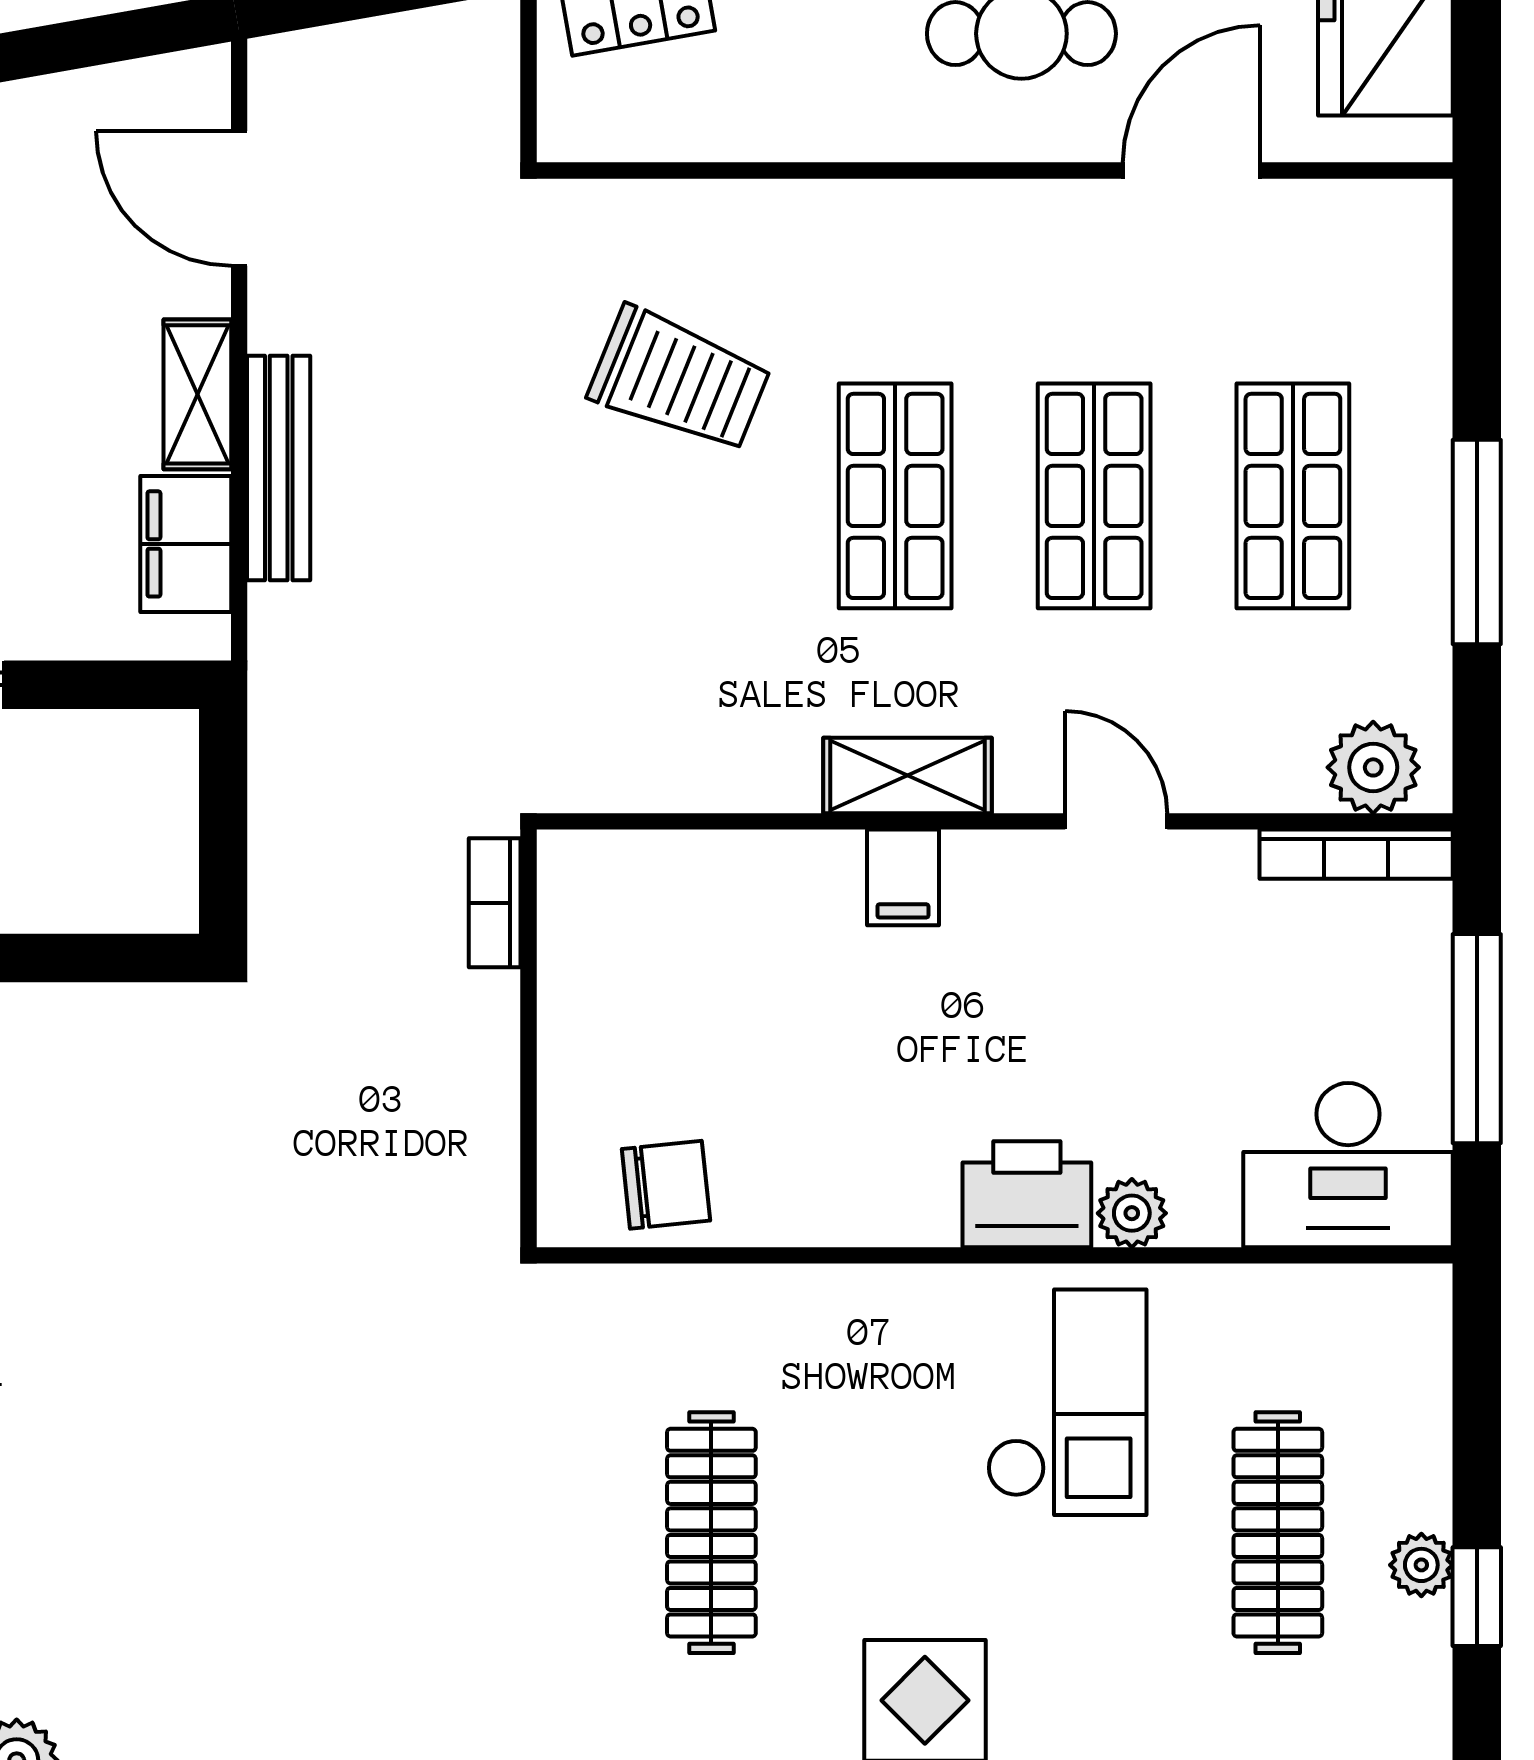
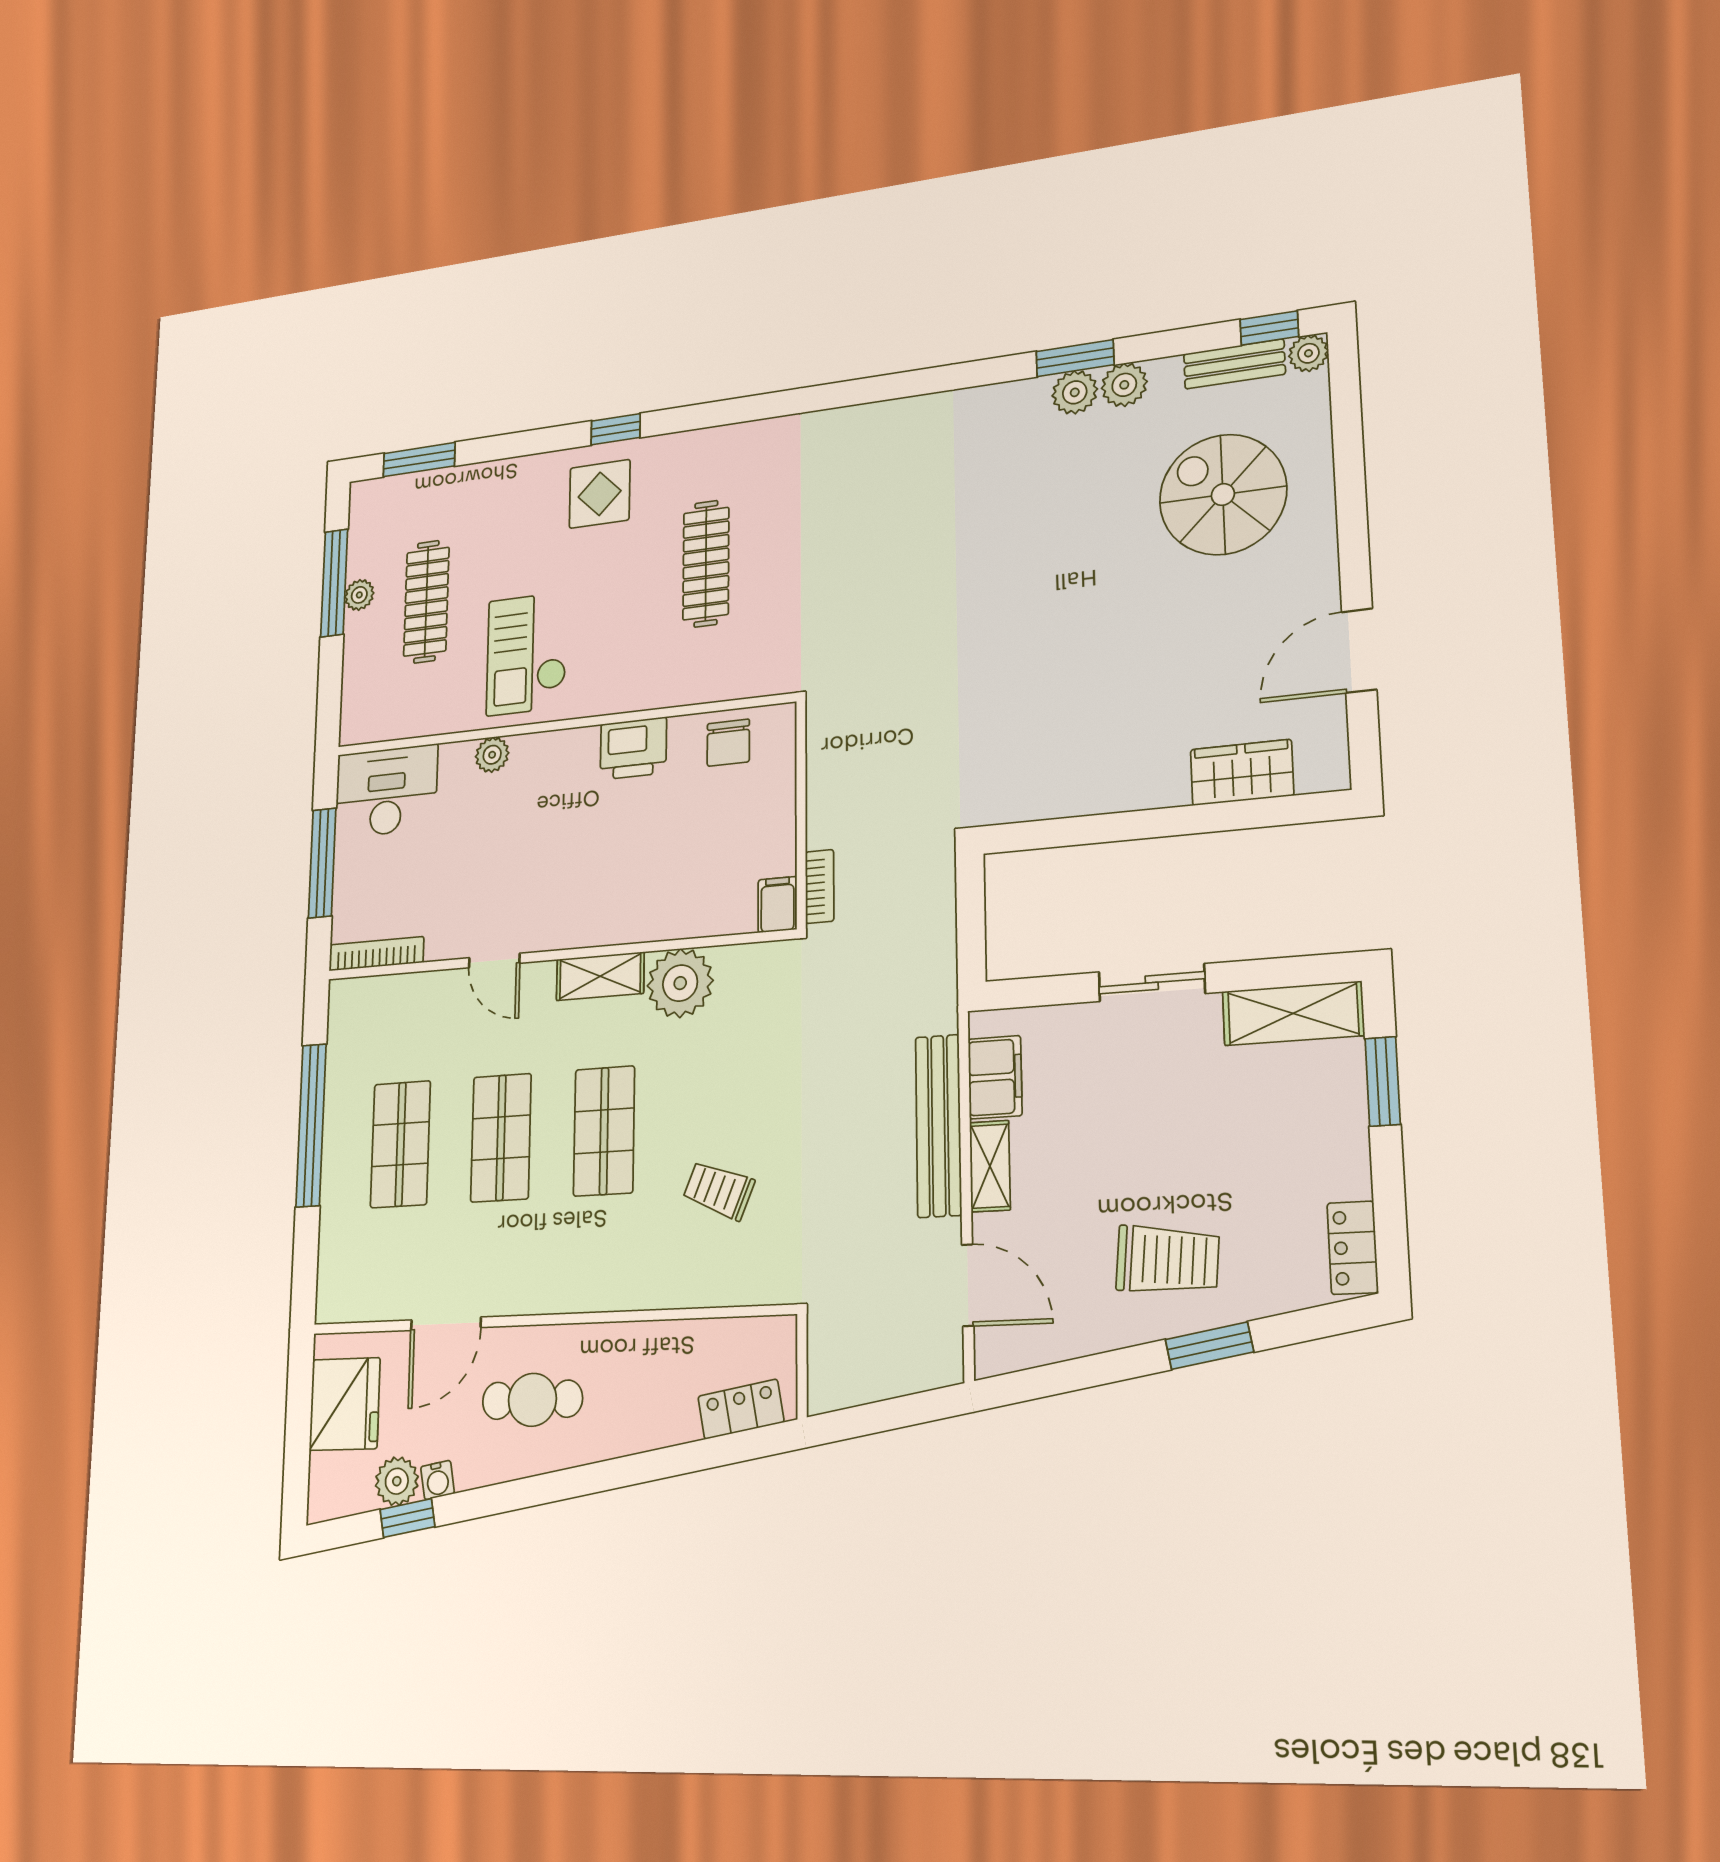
trolley: (680, 380) -> (719, 1190), width x0.73, depth x0.72
bench: (279, 468) -> (938, 1126), width x1.37, depth x1.21
window: (1477, 542) -> (311, 1125), width x1.46
plant: (1373, 767) -> (680, 983), moved, width x1.36, depth x1.36
filing cabinet: (903, 877) -> (777, 905), moved
chair: (666, 1185) -> (728, 743), turned -84
printer: (1027, 1194) -> (633, 748), moved
window: (1477, 1597) -> (334, 583), width x2.17

